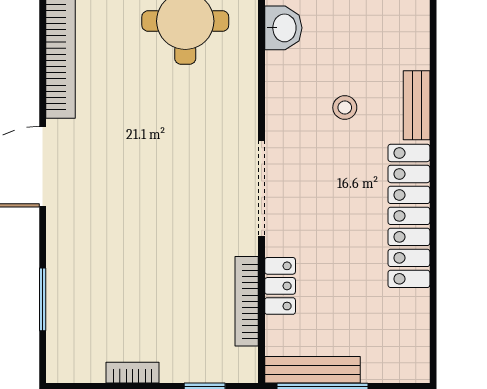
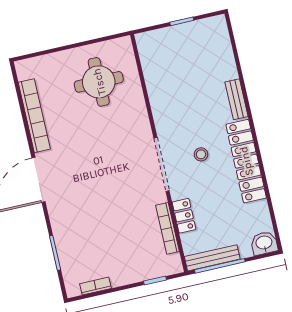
washbasin: (283, 28) -> (264, 243), moved, turned -90
stool: (345, 108) -> (201, 154), moved
bookcase: (133, 373) -> (95, 286), moved

